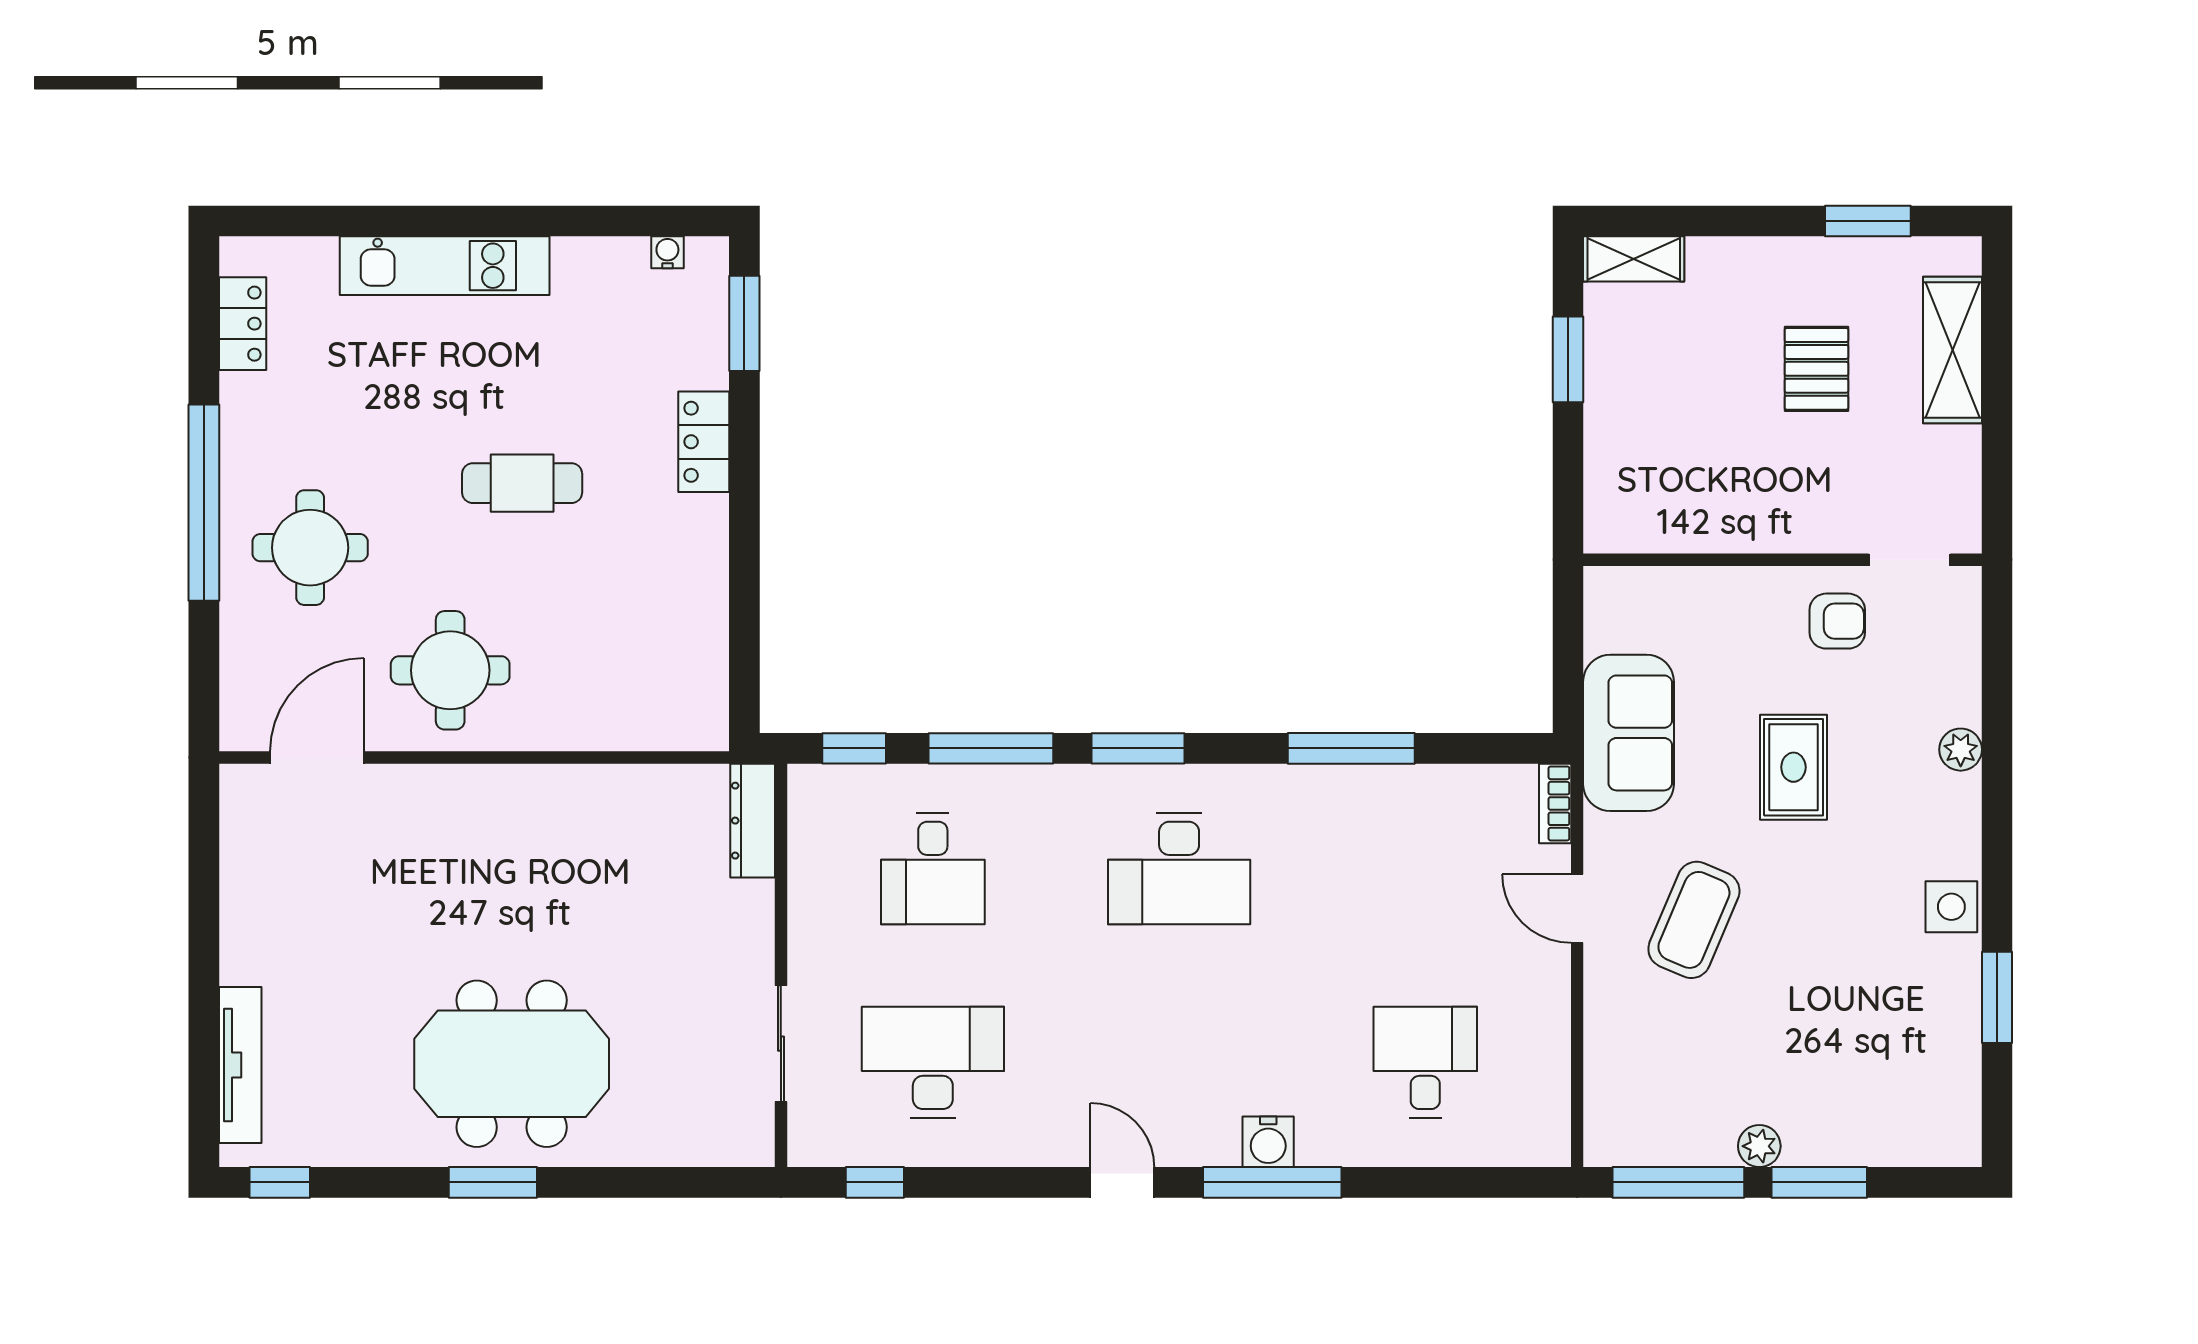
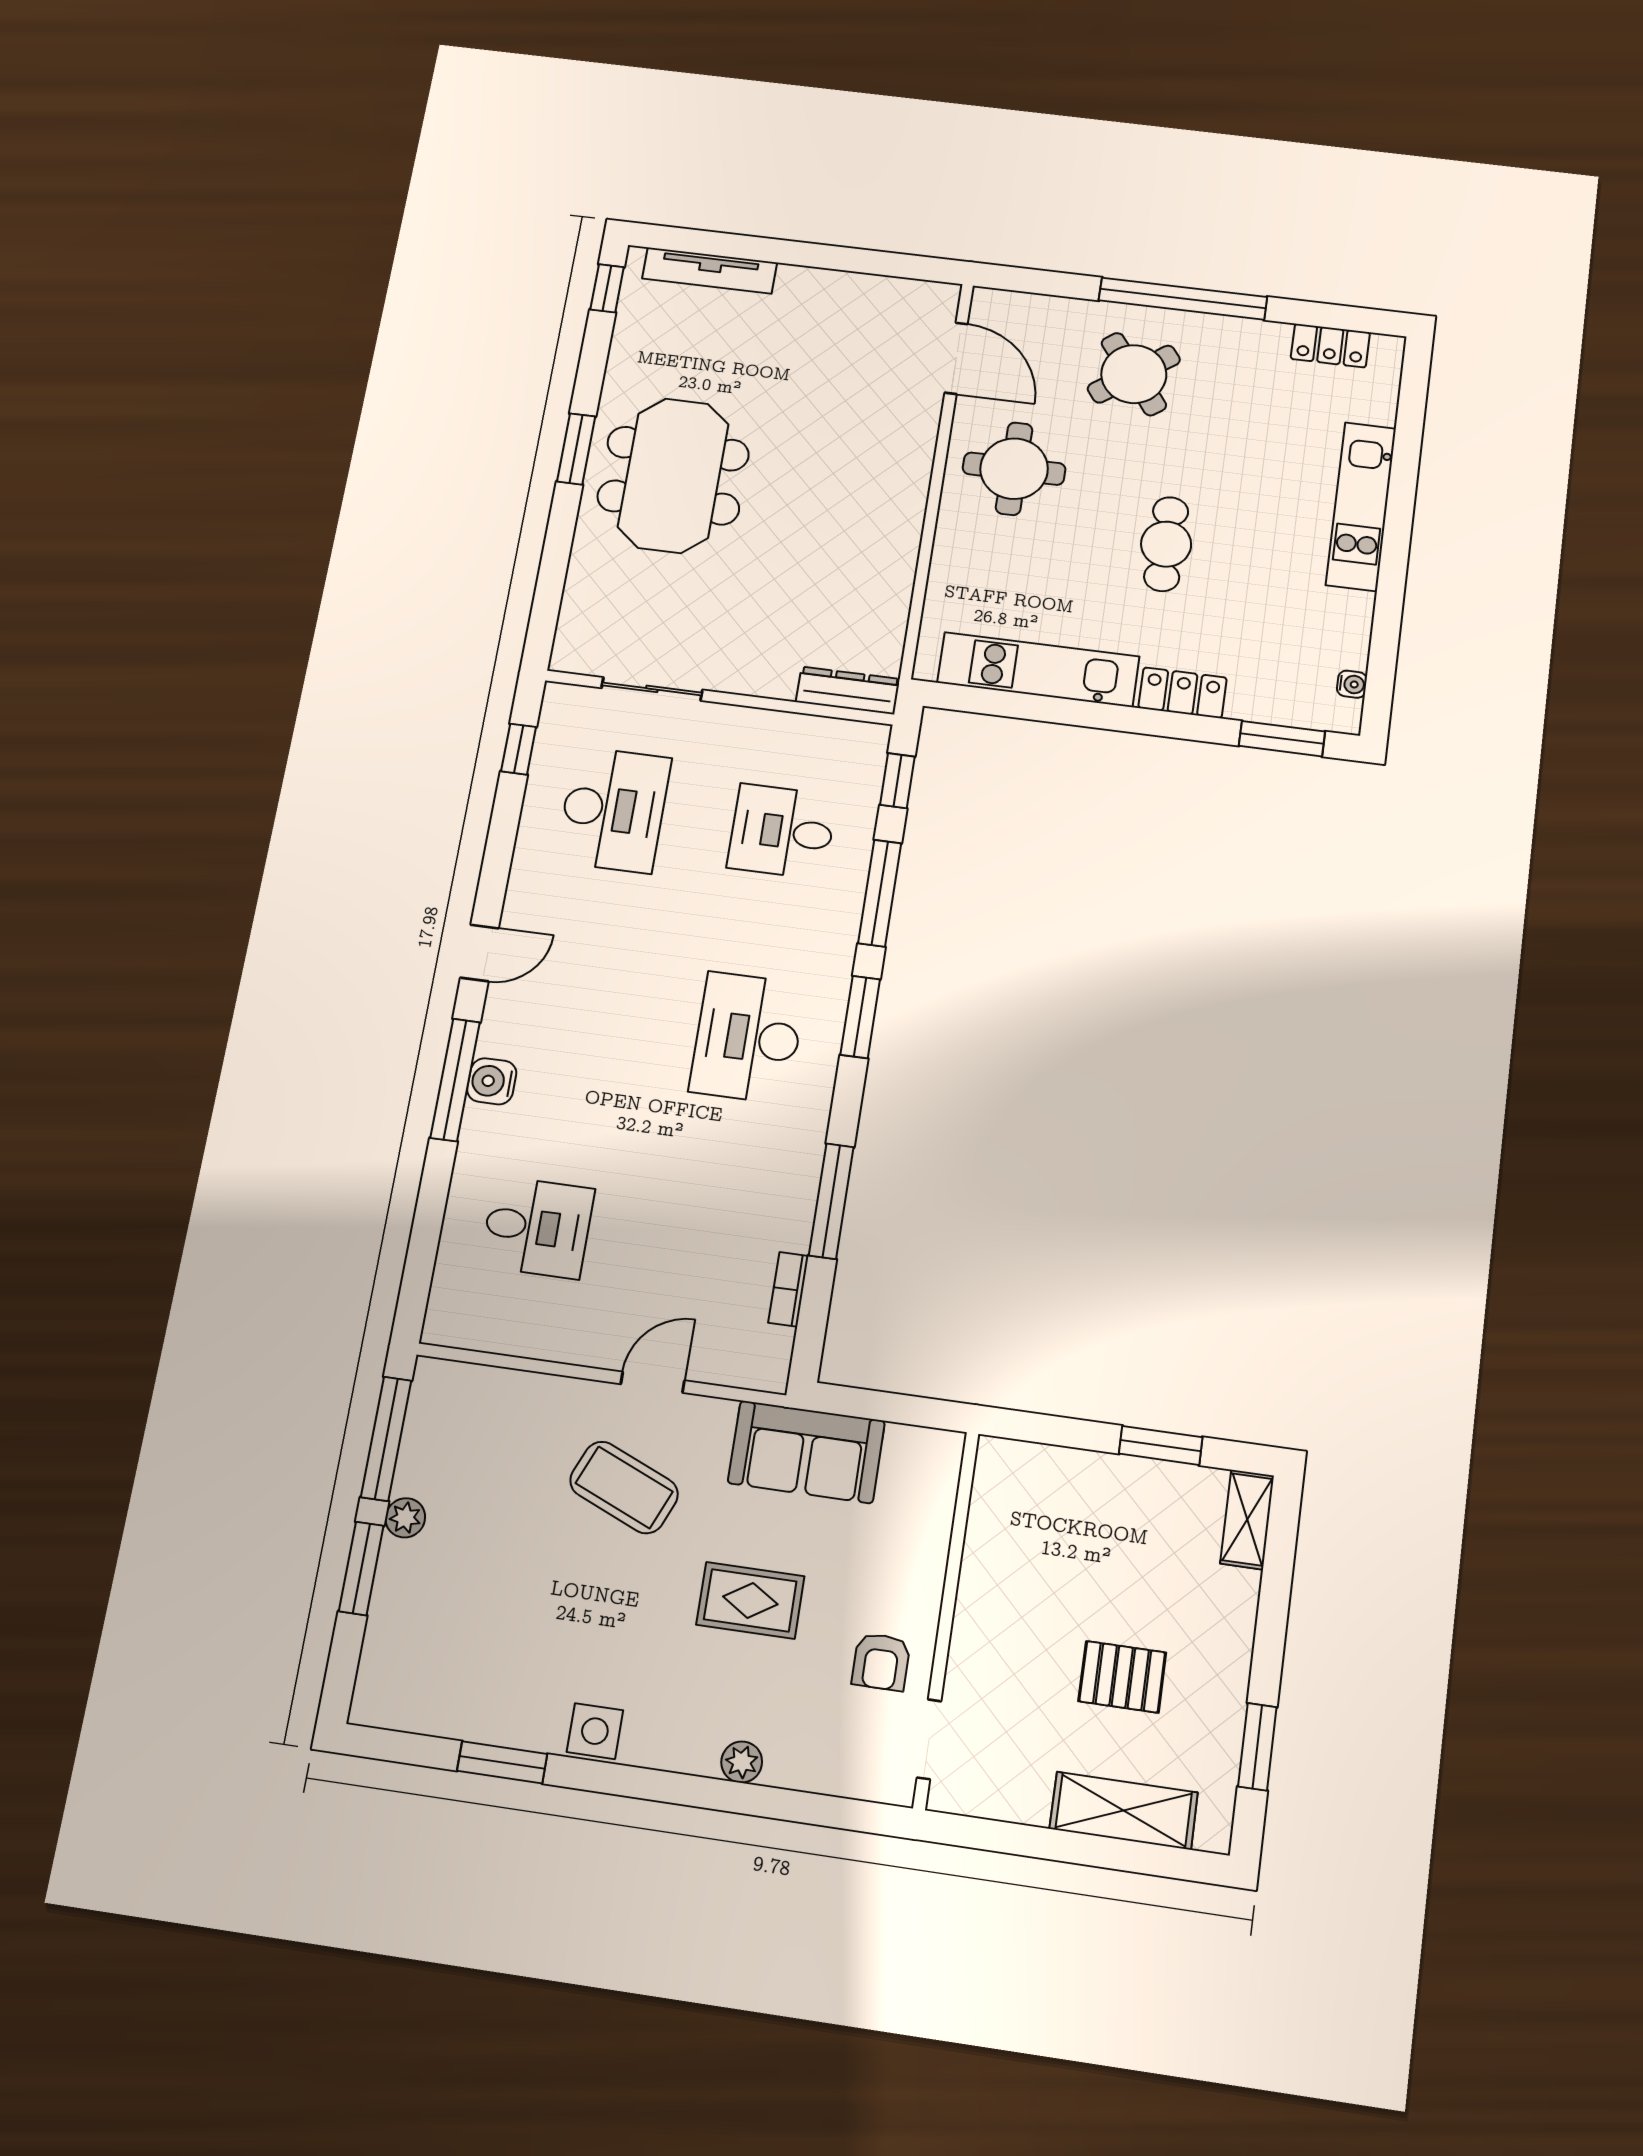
round table: (310, 548) -> (1134, 374), turned -37
kitchen unit: (698, 609) -> (1038, 670), added
bookcase: (1555, 803) -> (788, 1289), moved, turned -90

